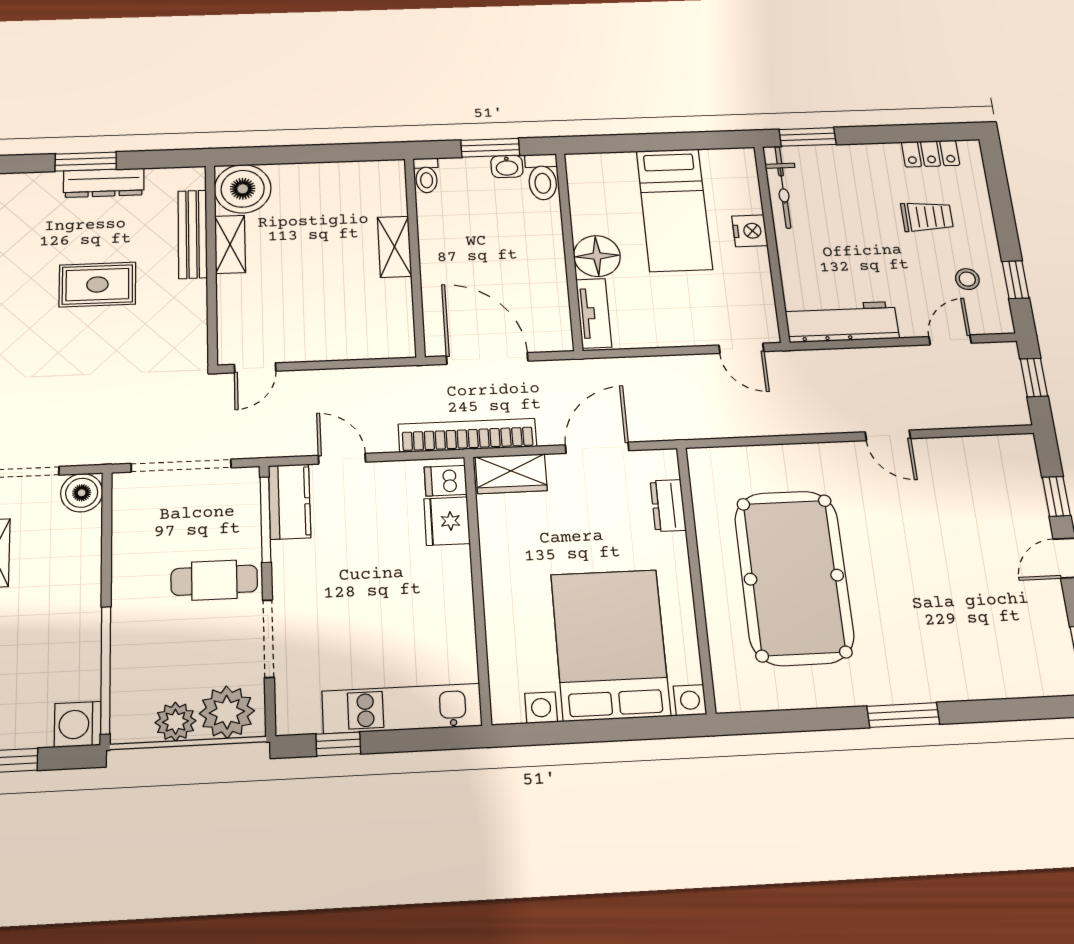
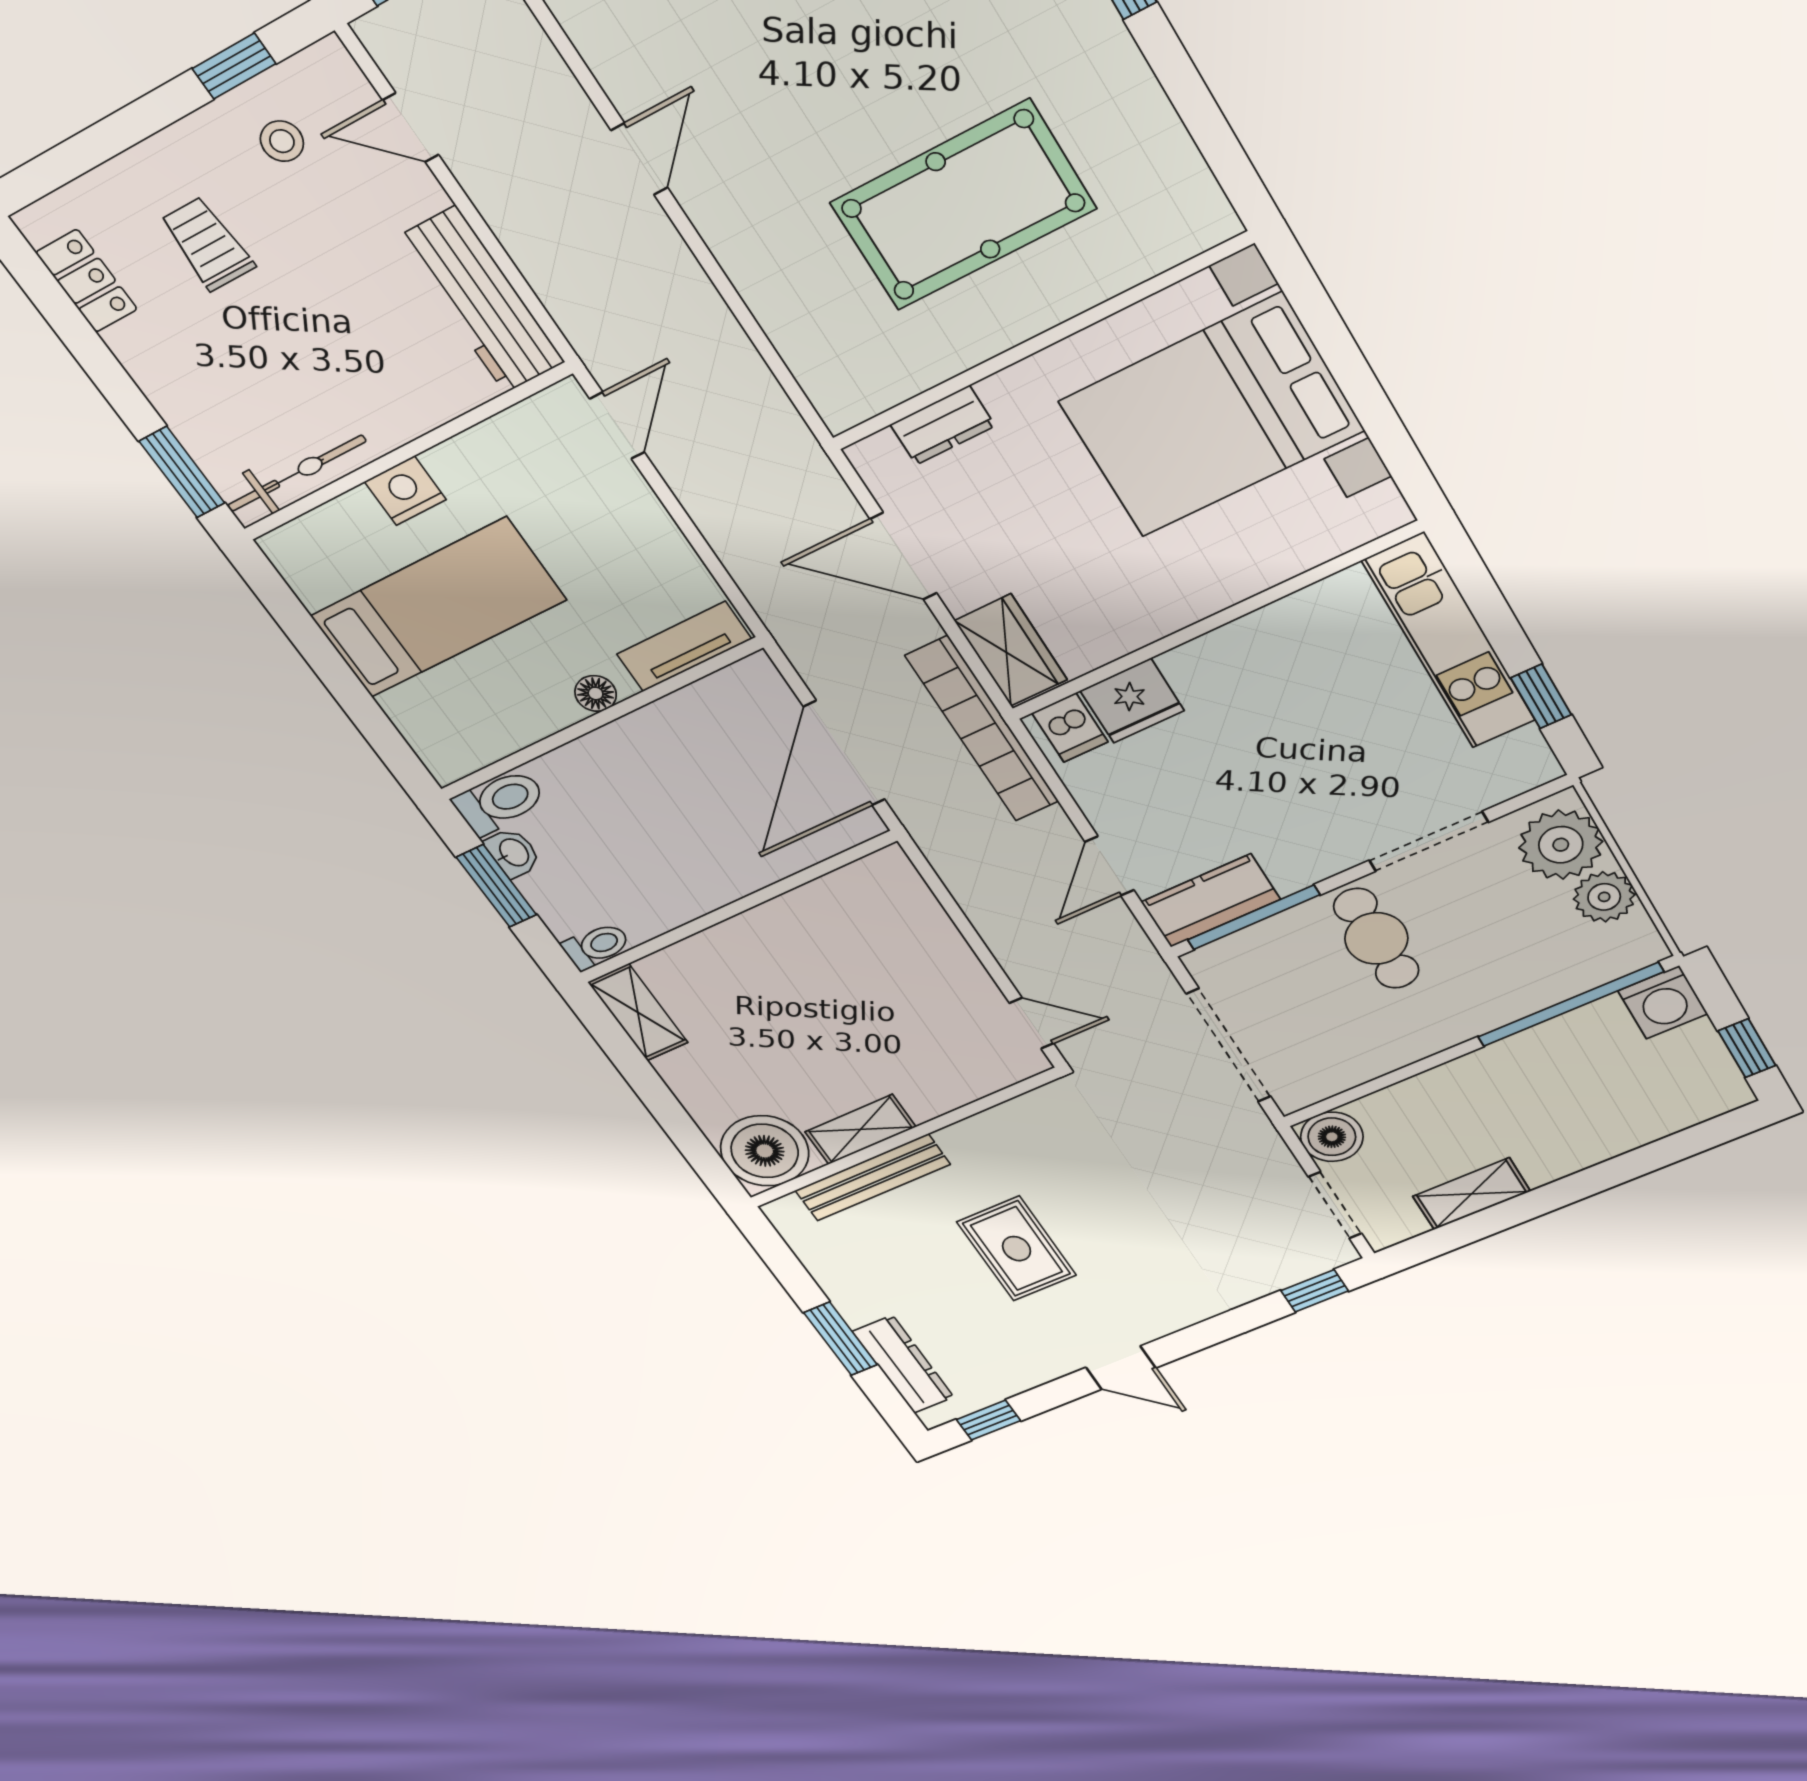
dresser: (104, 183) -> (903, 1364), moved
shelving: (395, 247) -> (638, 1012), moved, turned 90
floor lamp: (597, 256) -> (596, 693), width x0.53, depth x0.53
pool table: (794, 577) -> (963, 206), width x0.73, depth x0.76

